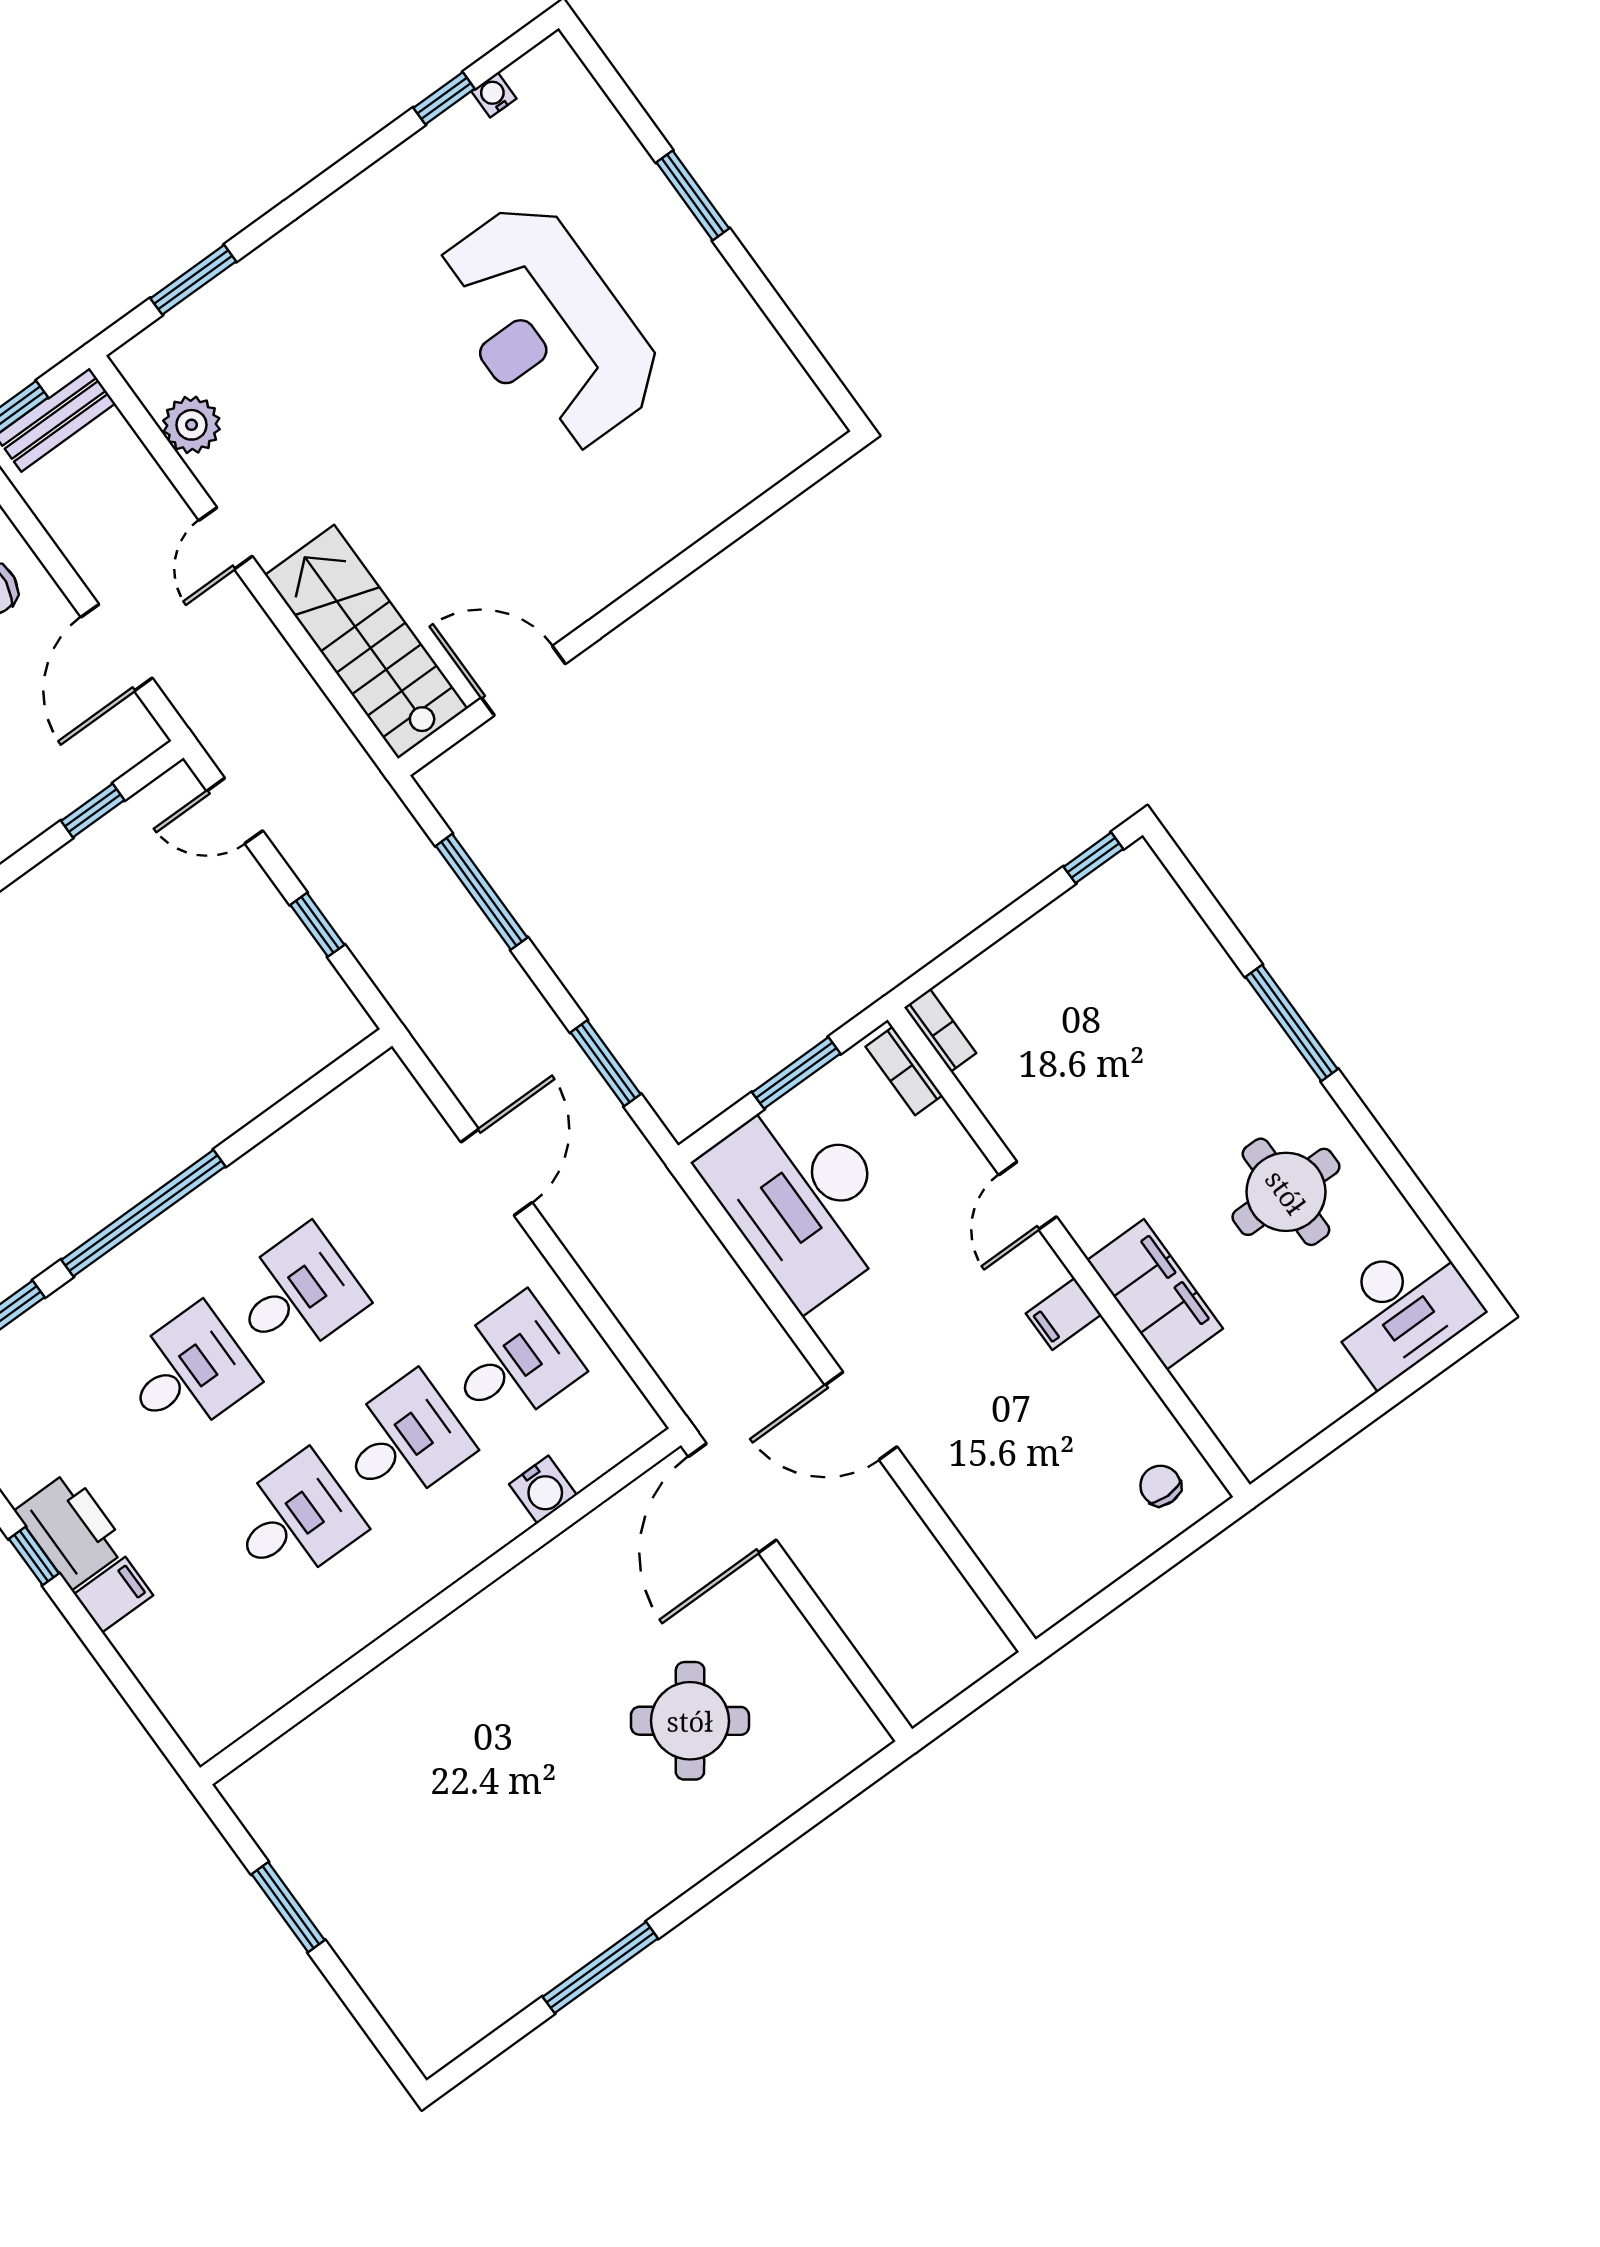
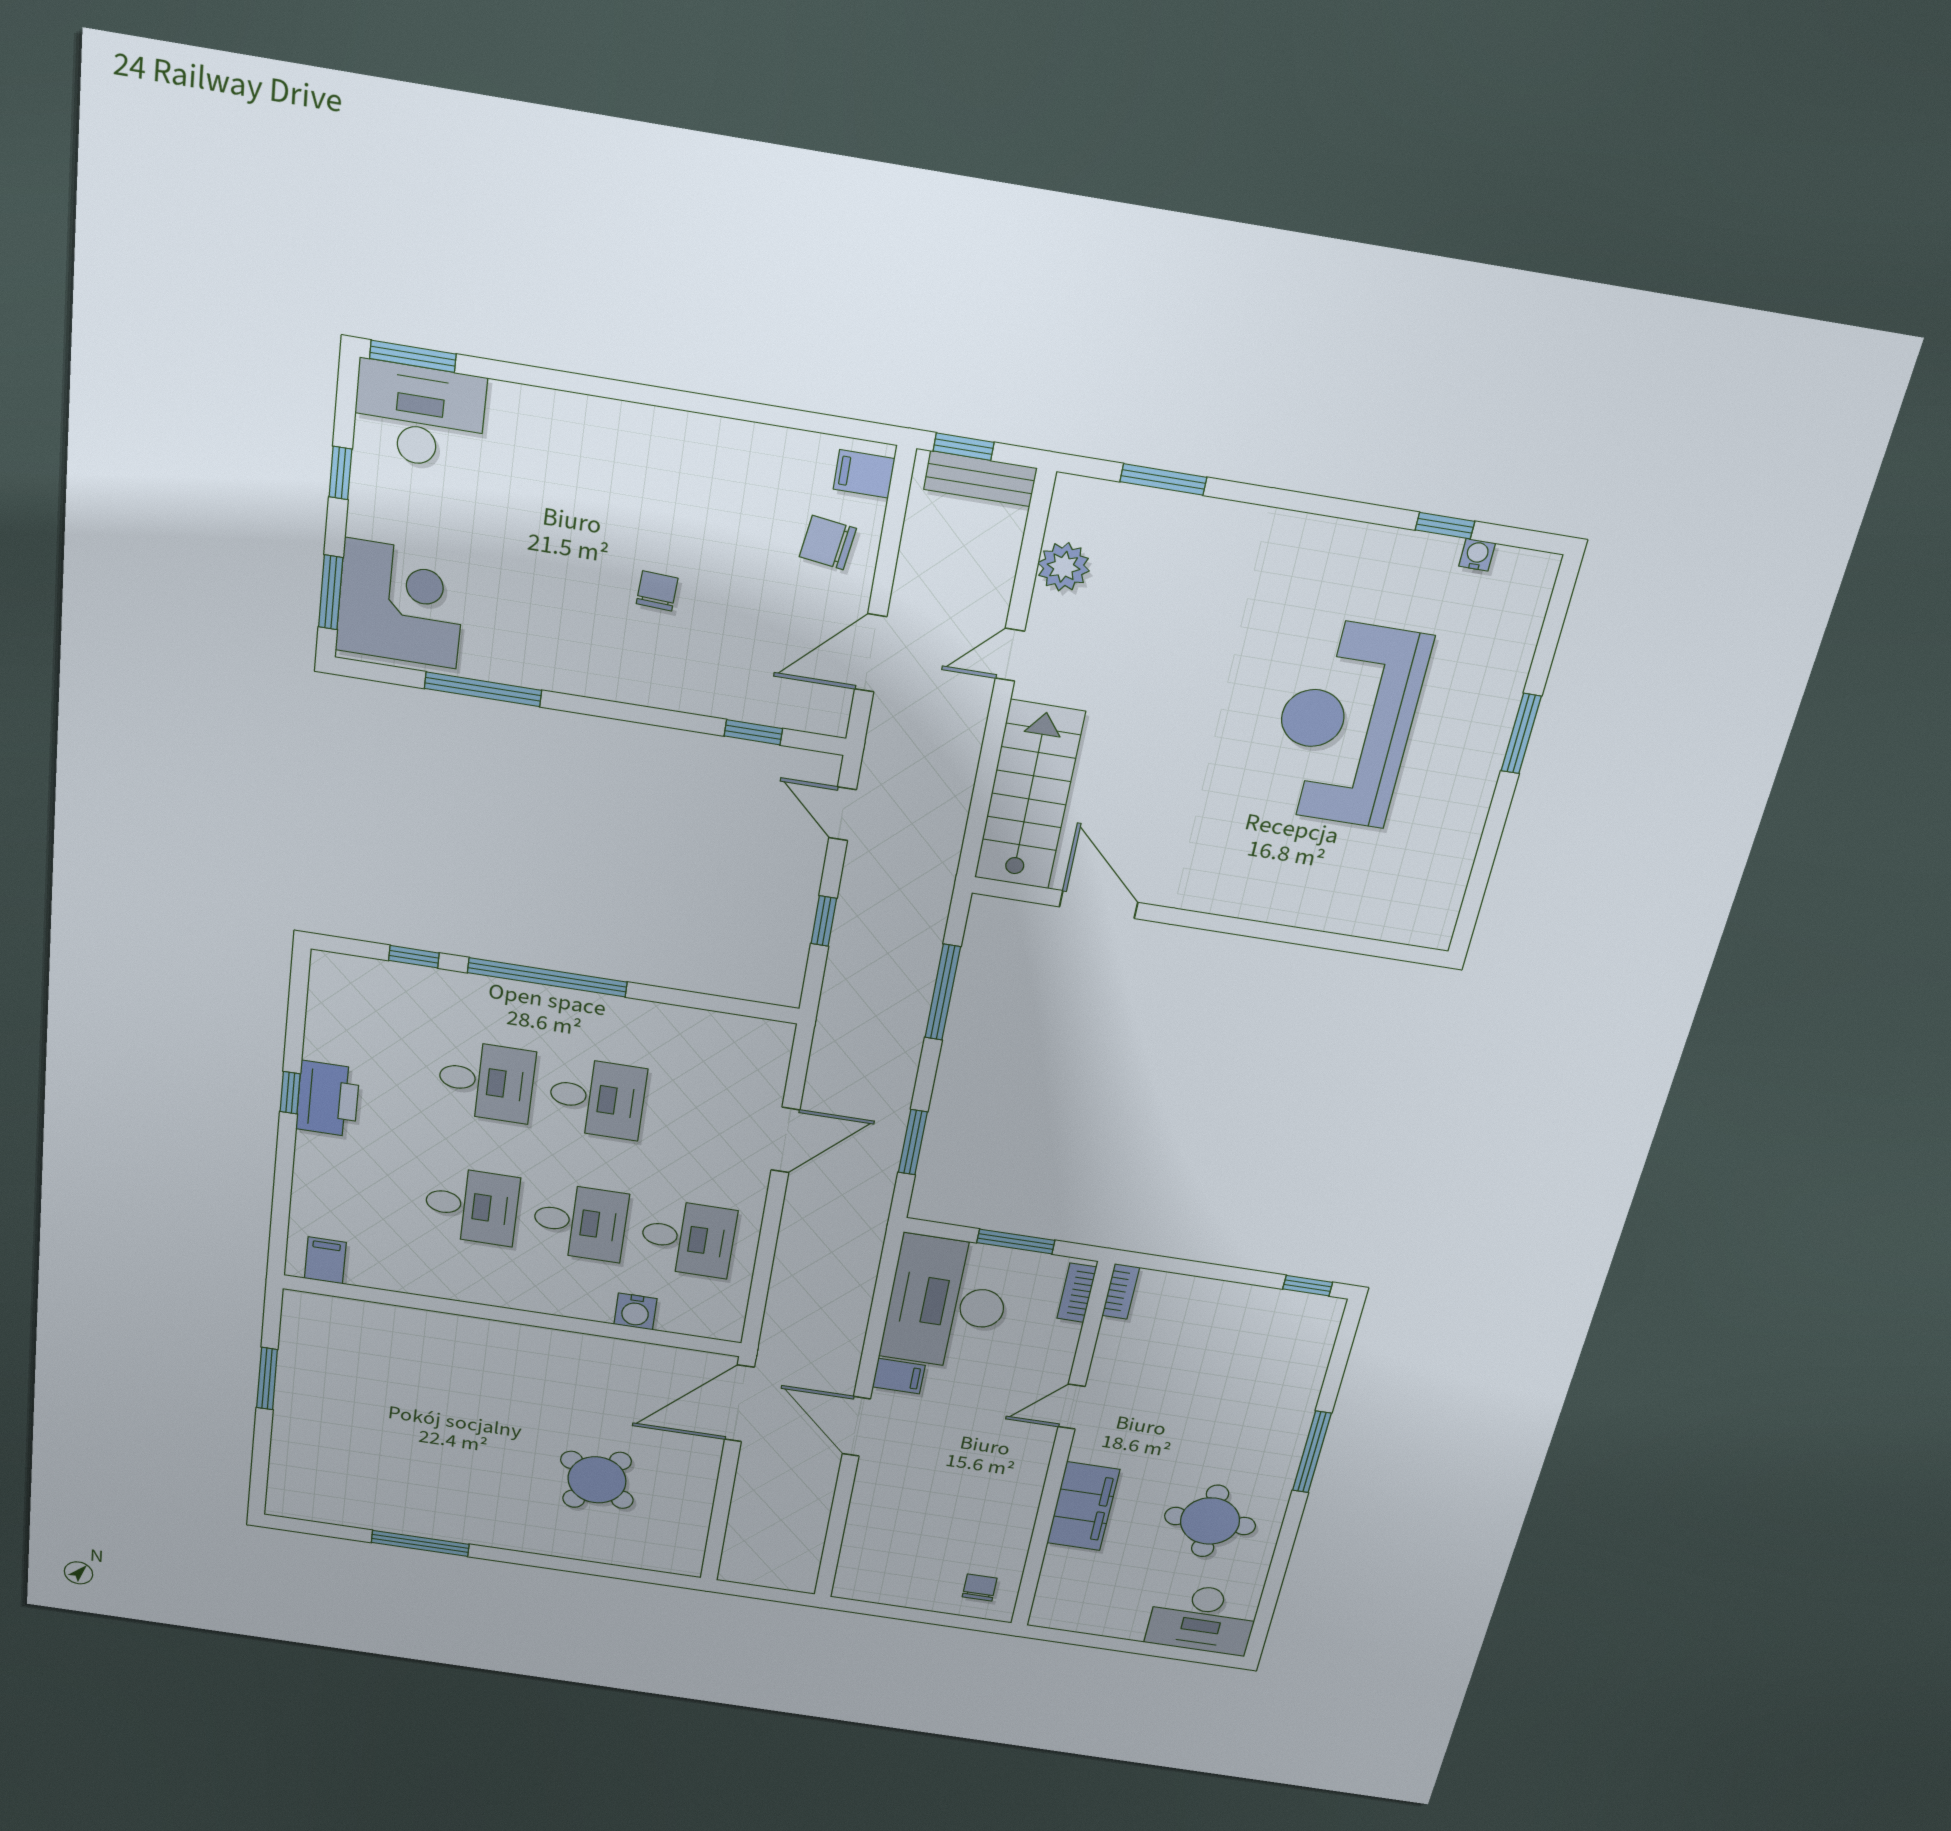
filing cabinet: (1064, 1314) -> (899, 1376), moved, turned 180
filing cabinet: (114, 1595) -> (325, 1260), moved, turned -90

